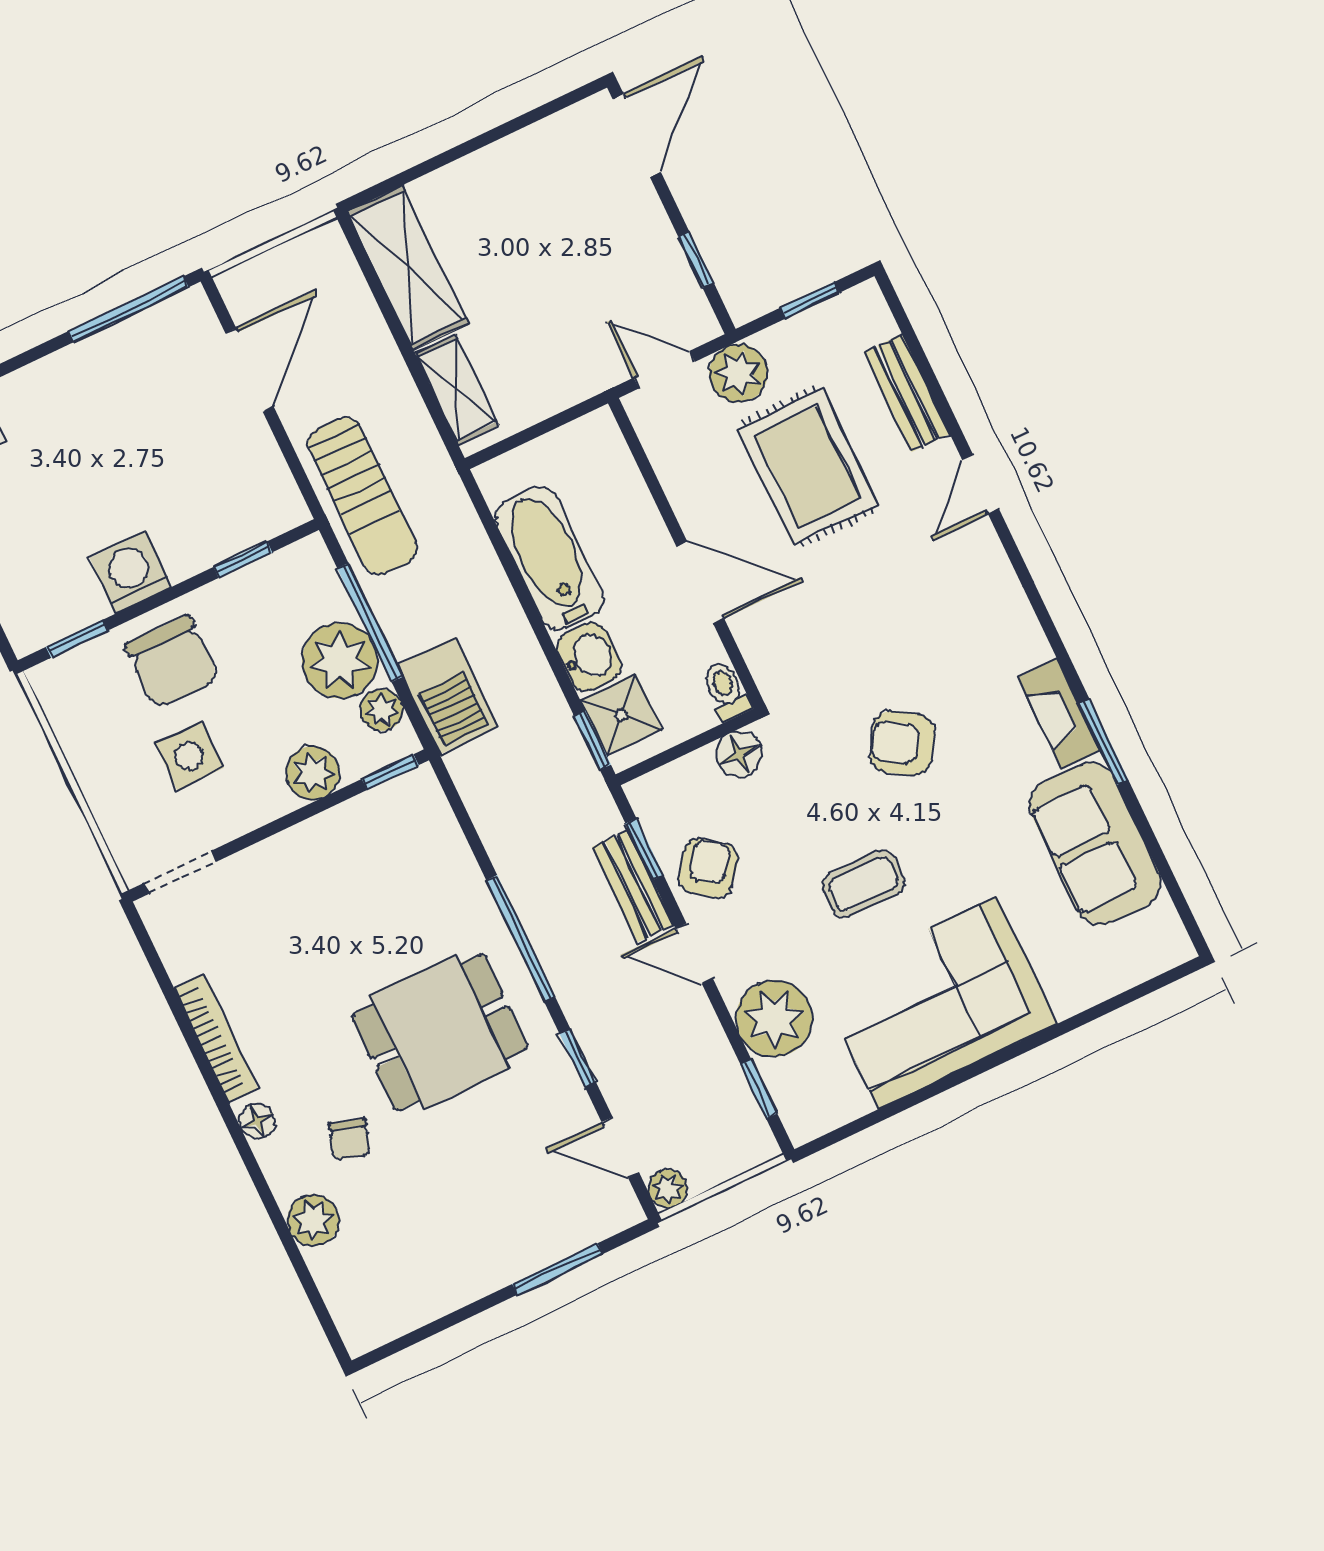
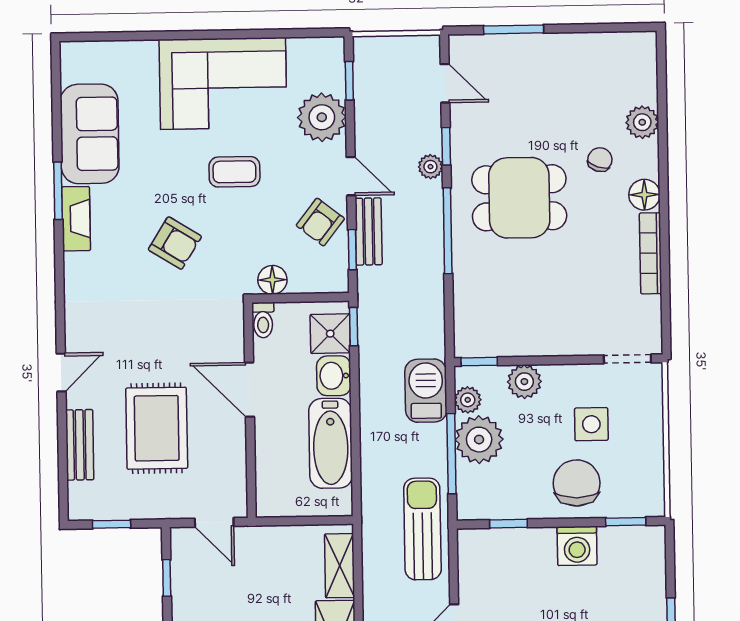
plant: (738, 373) -> (172, 501), removed
floor lamp: (257, 1121) -> (644, 195), width x1.37, depth x1.37
plant: (668, 1189) -> (430, 167), moved

